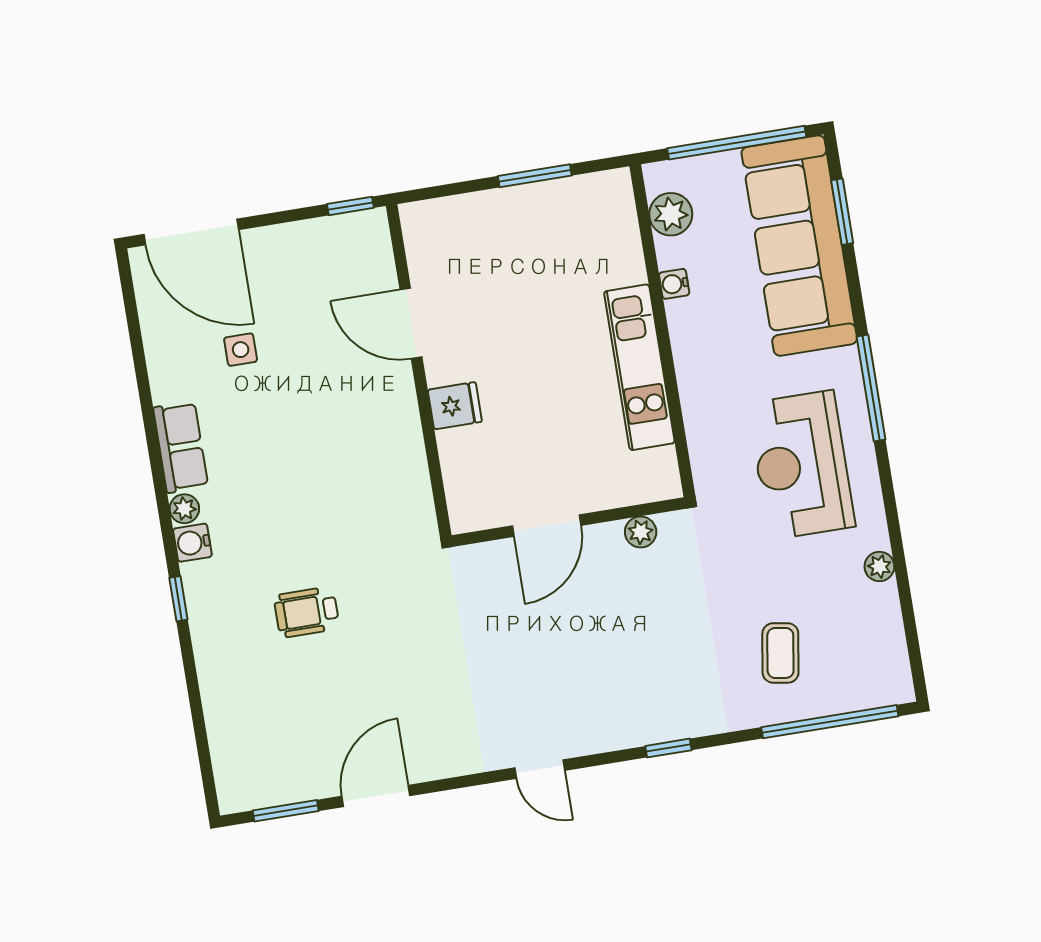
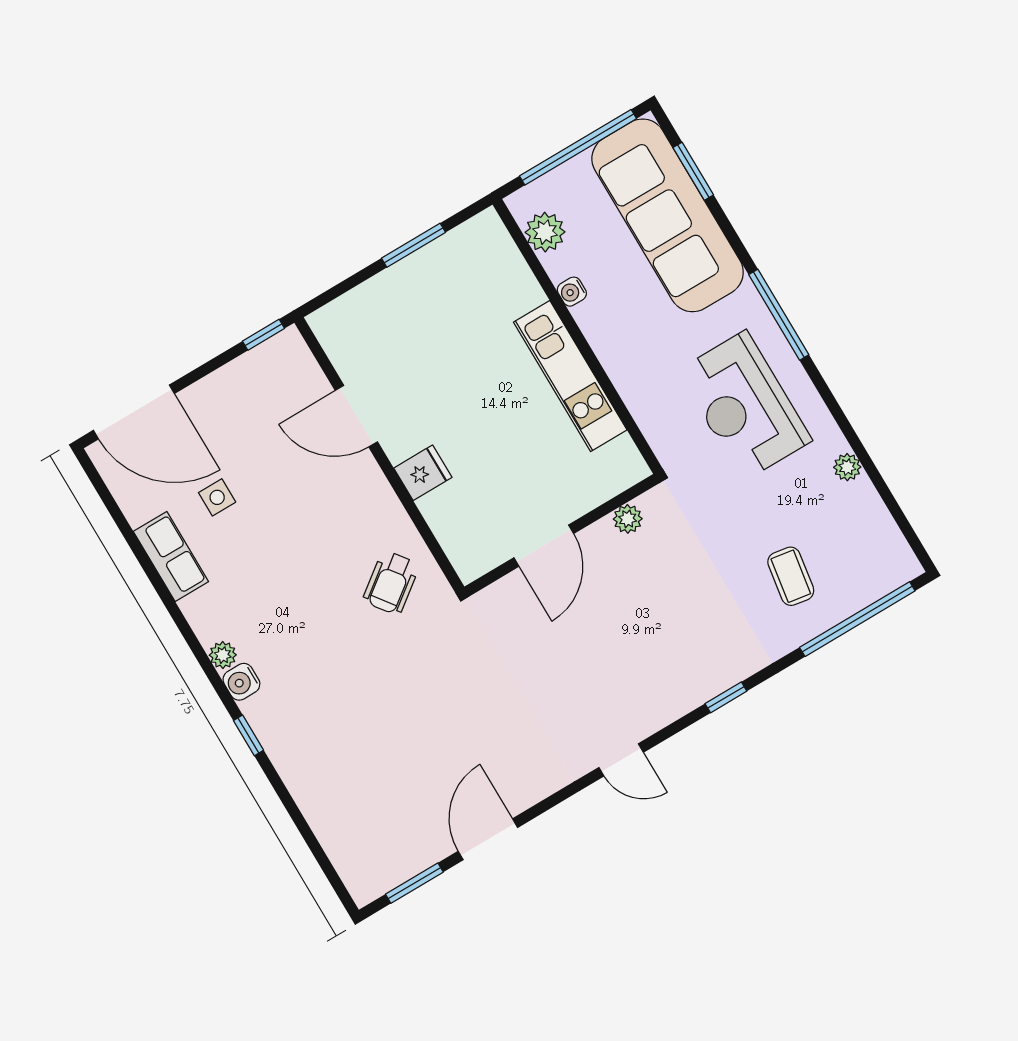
row of seats: (181, 447) -> (171, 557), moved
wheelchair: (307, 612) -> (391, 583), moved, turned -37

